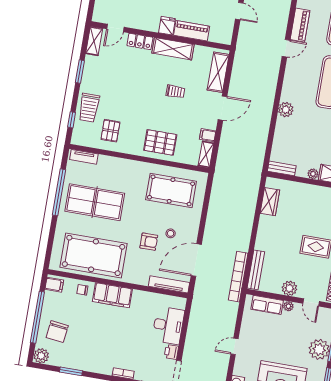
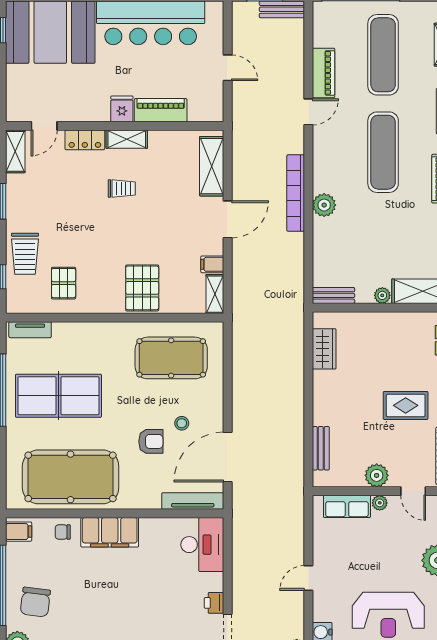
shelving: (173, 49) -> (127, 139), width x0.67, depth x0.75
trolley: (175, 92) -> (122, 189), moved
pallet: (160, 142) -> (142, 288), turned 90
bench: (256, 270) -> (321, 448), width x0.73
bookcase: (238, 277) -> (296, 193), moved
desk: (168, 325) -> (202, 545), moved

